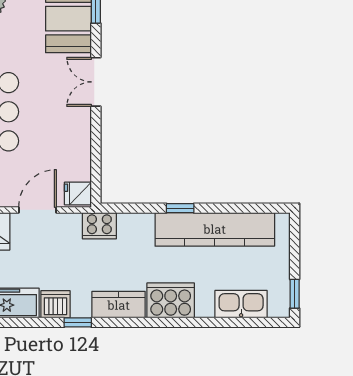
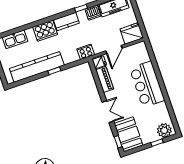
piano: (79, 153) -> (105, 79), added

